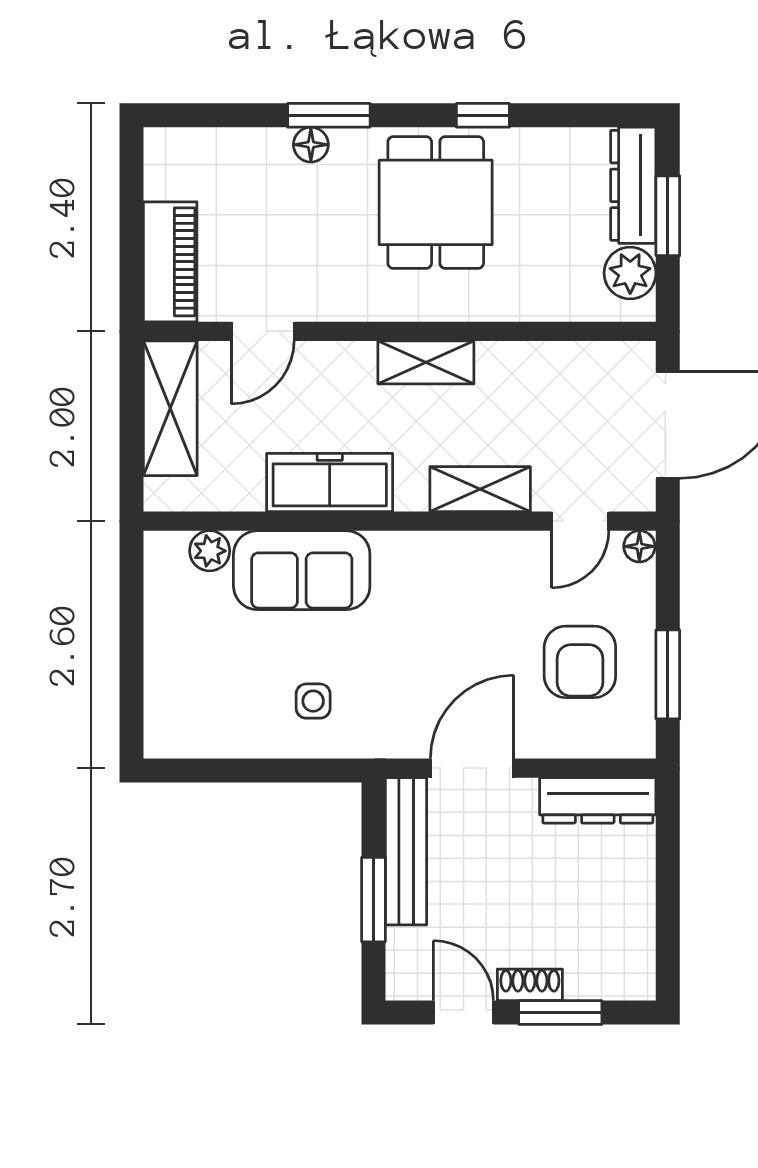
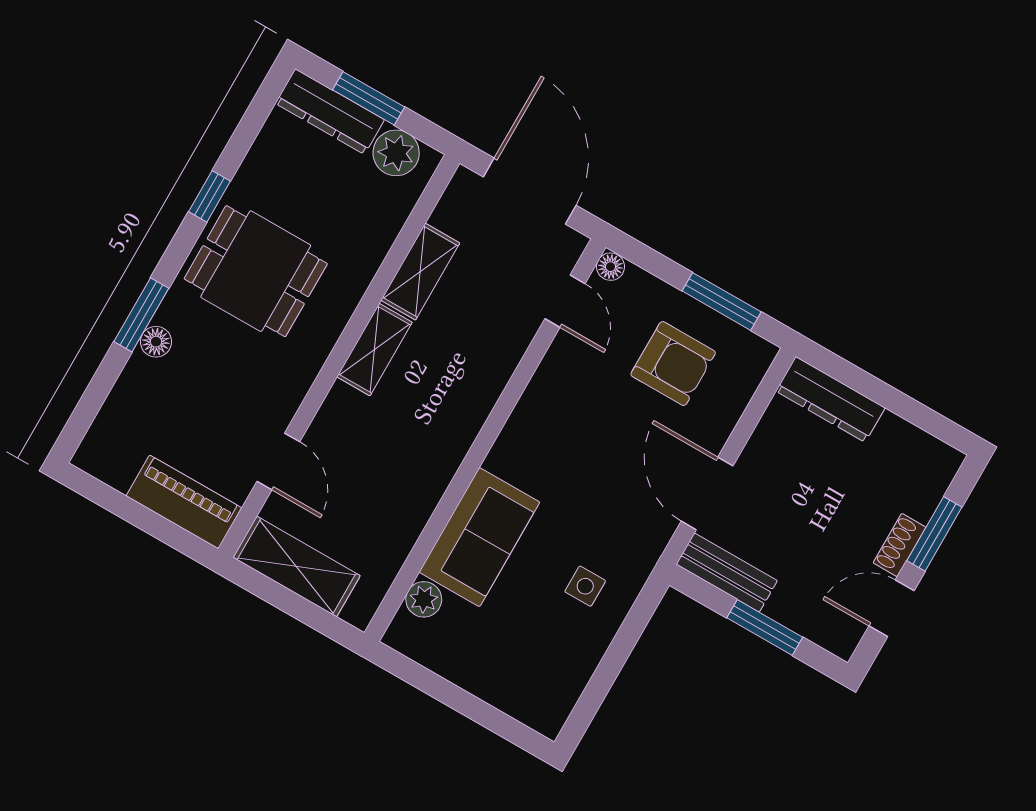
freezer: (330, 483) -> (424, 477), removed
shelving: (480, 489) -> (420, 272), moved
dresser: (598, 800) -> (830, 399), moved, turned 90
bench: (406, 851) -> (727, 572), width x0.73

